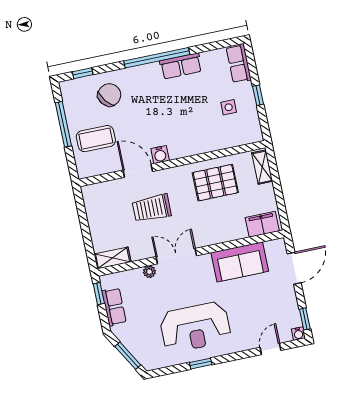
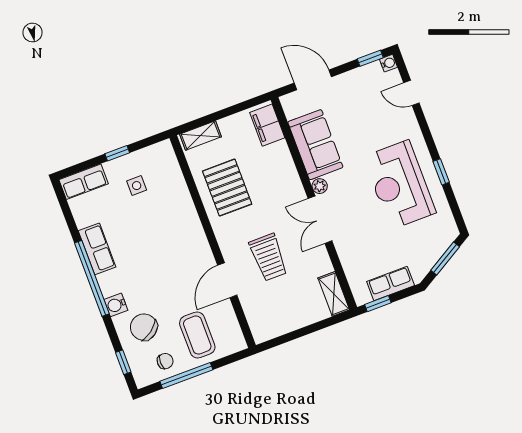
chair: (78, 108) -> (165, 361), added
water cooler: (160, 155) -> (116, 305), moved, turned 180
plant: (149, 272) -> (320, 186), moved
reception desk: (195, 327) -> (400, 185), turned 180

